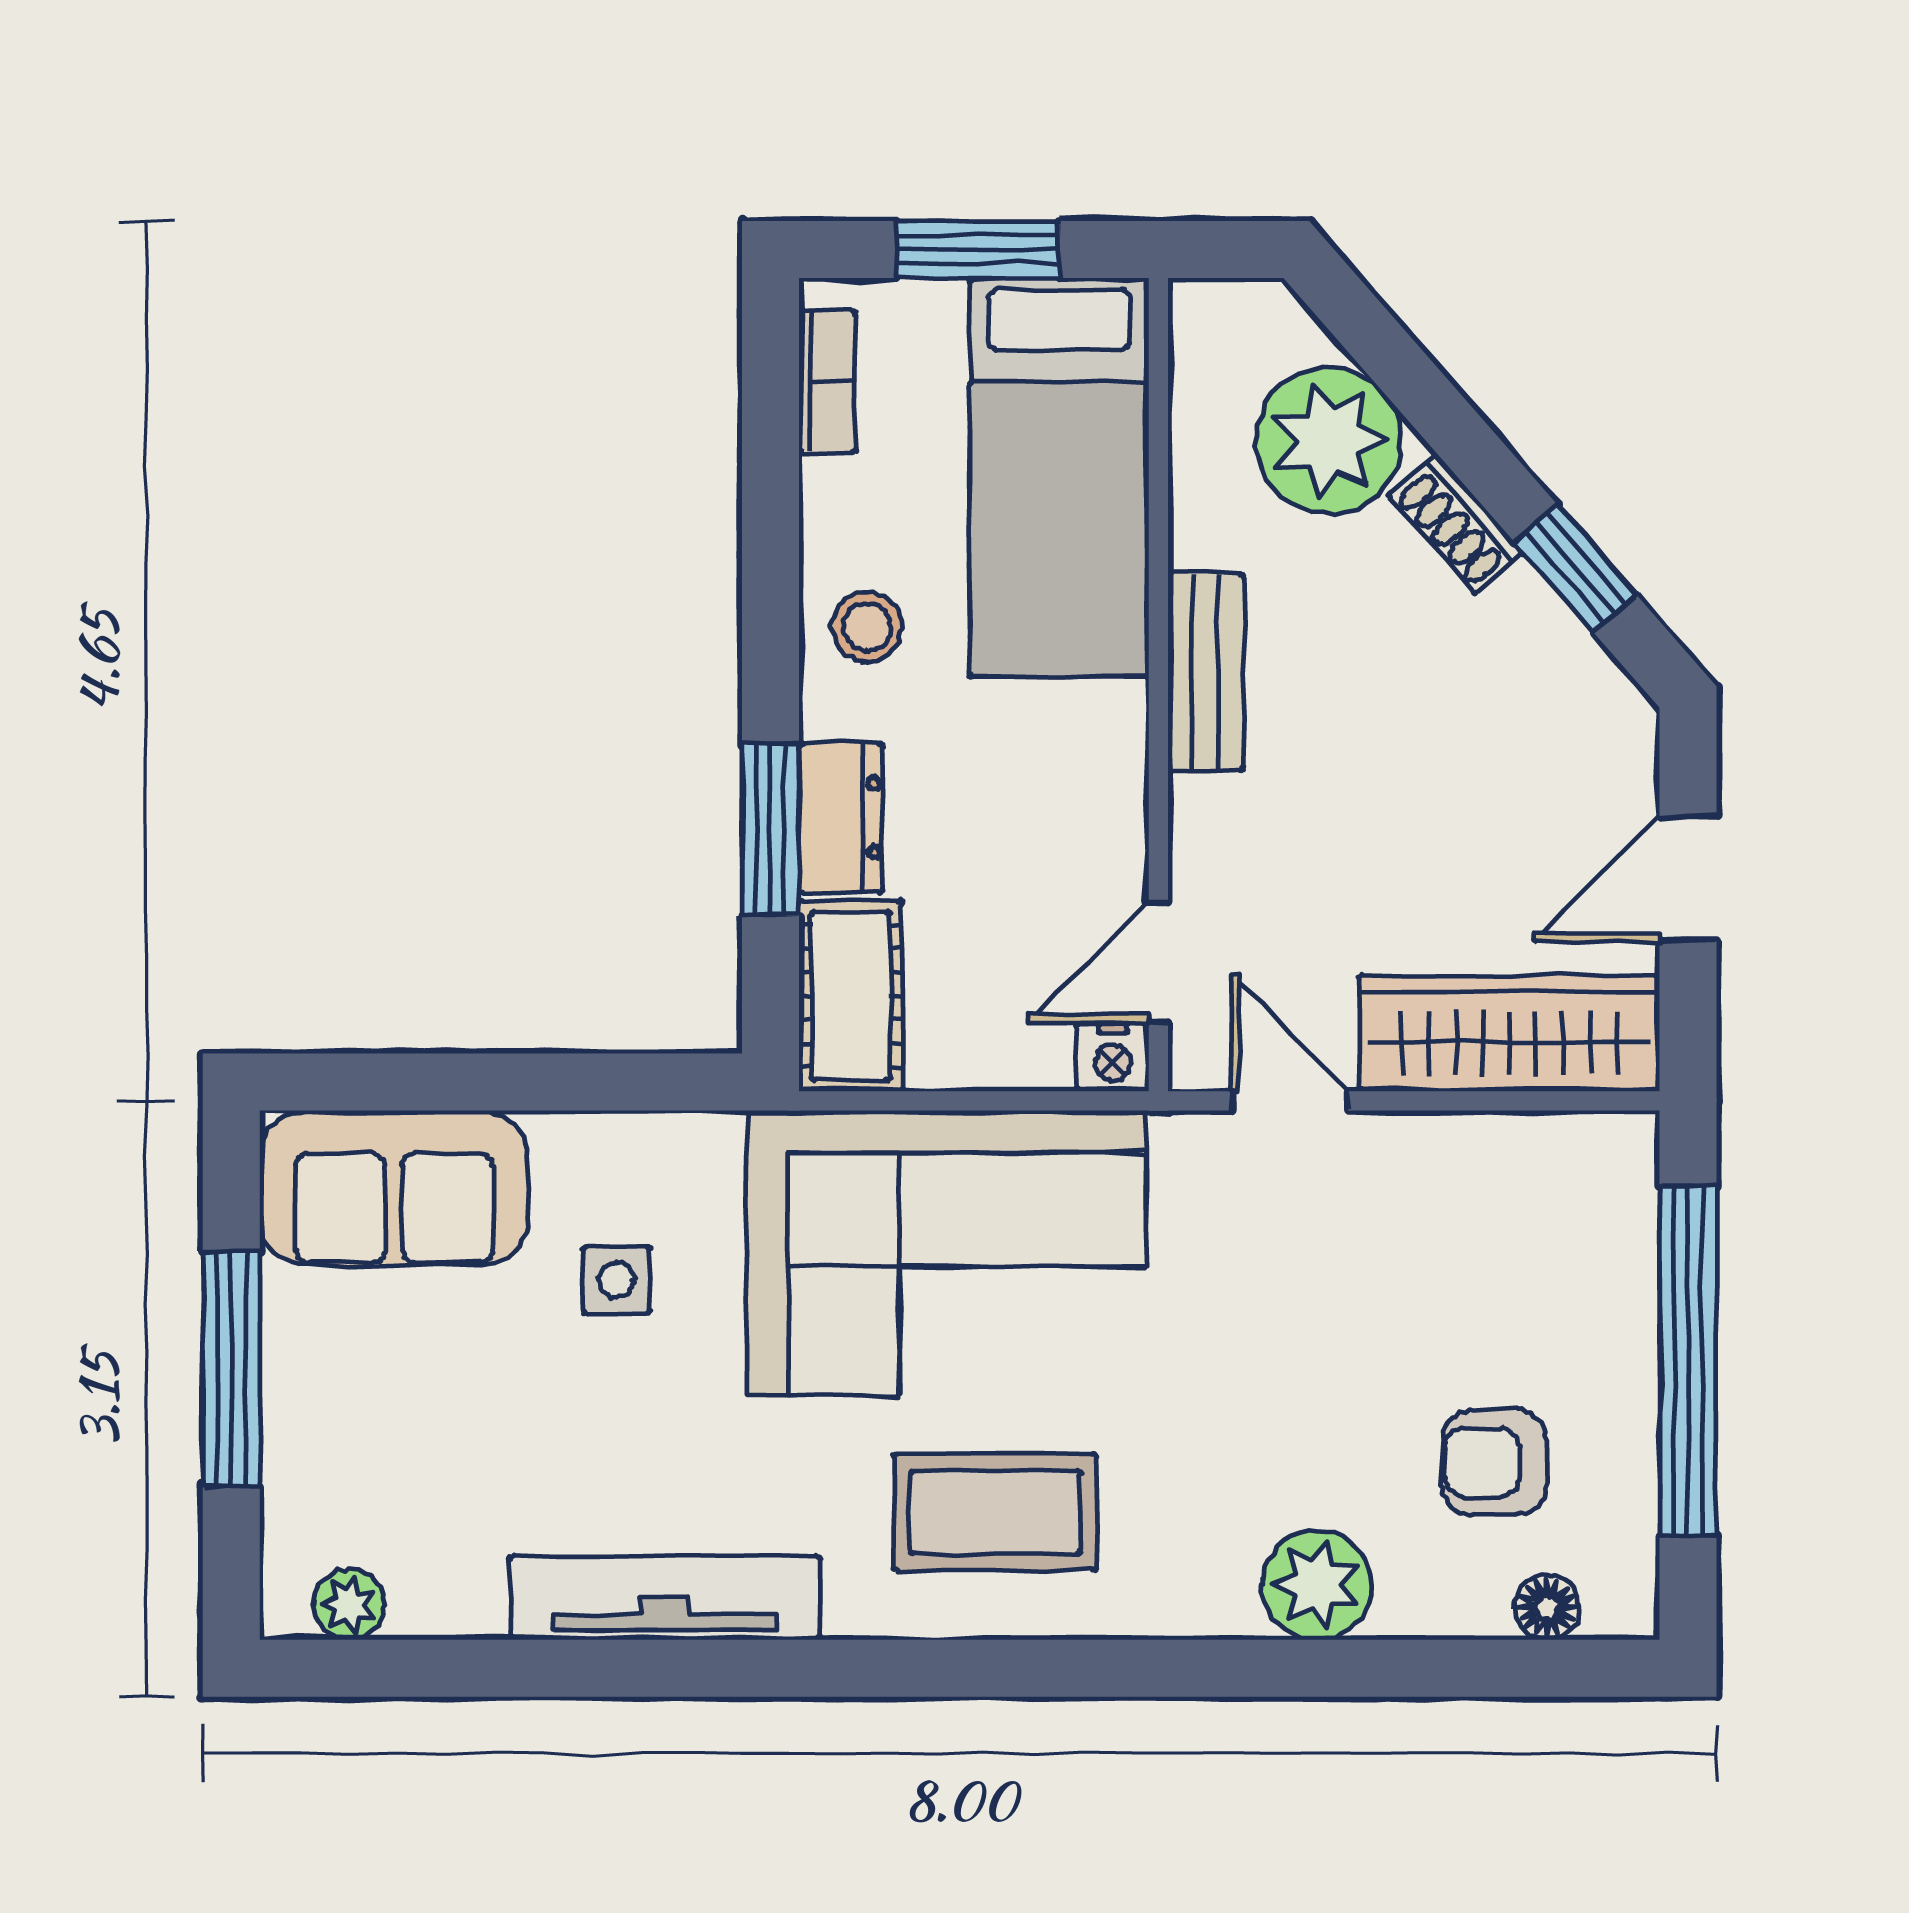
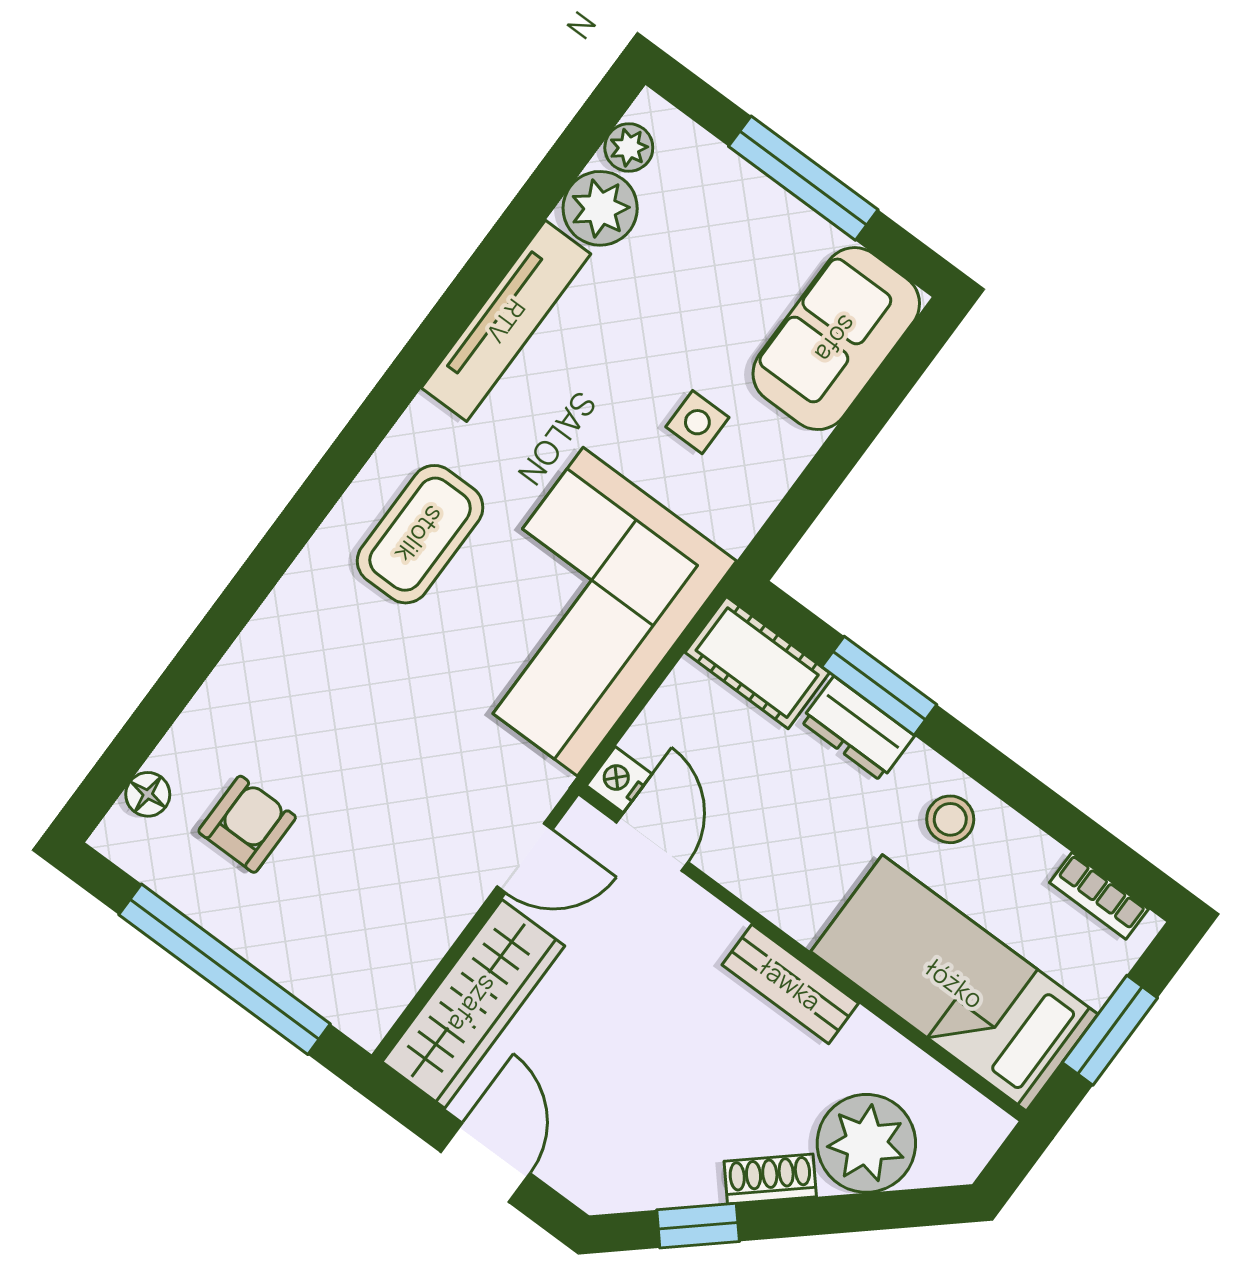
plant: (1317, 1585) -> (600, 208), moved

